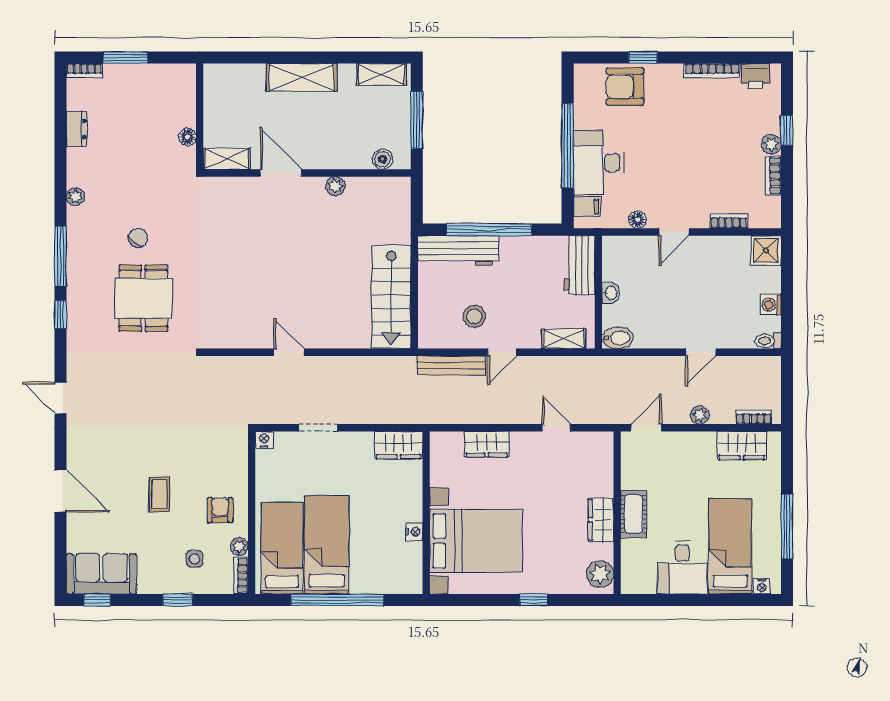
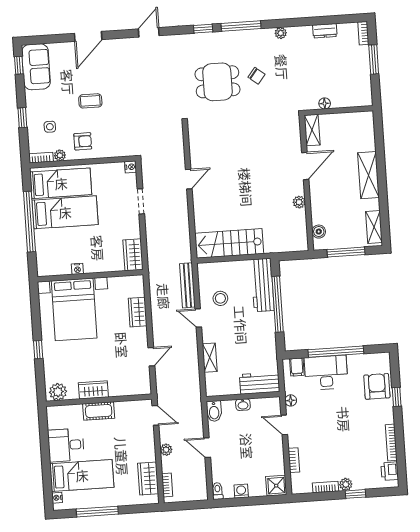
workbench: (579, 265) -> (260, 383), moved
wall: (598, 292) -> (243, 397), moved
washbasin: (611, 293) -> (243, 405), moved
bidet: (618, 338) -> (214, 411), moved

